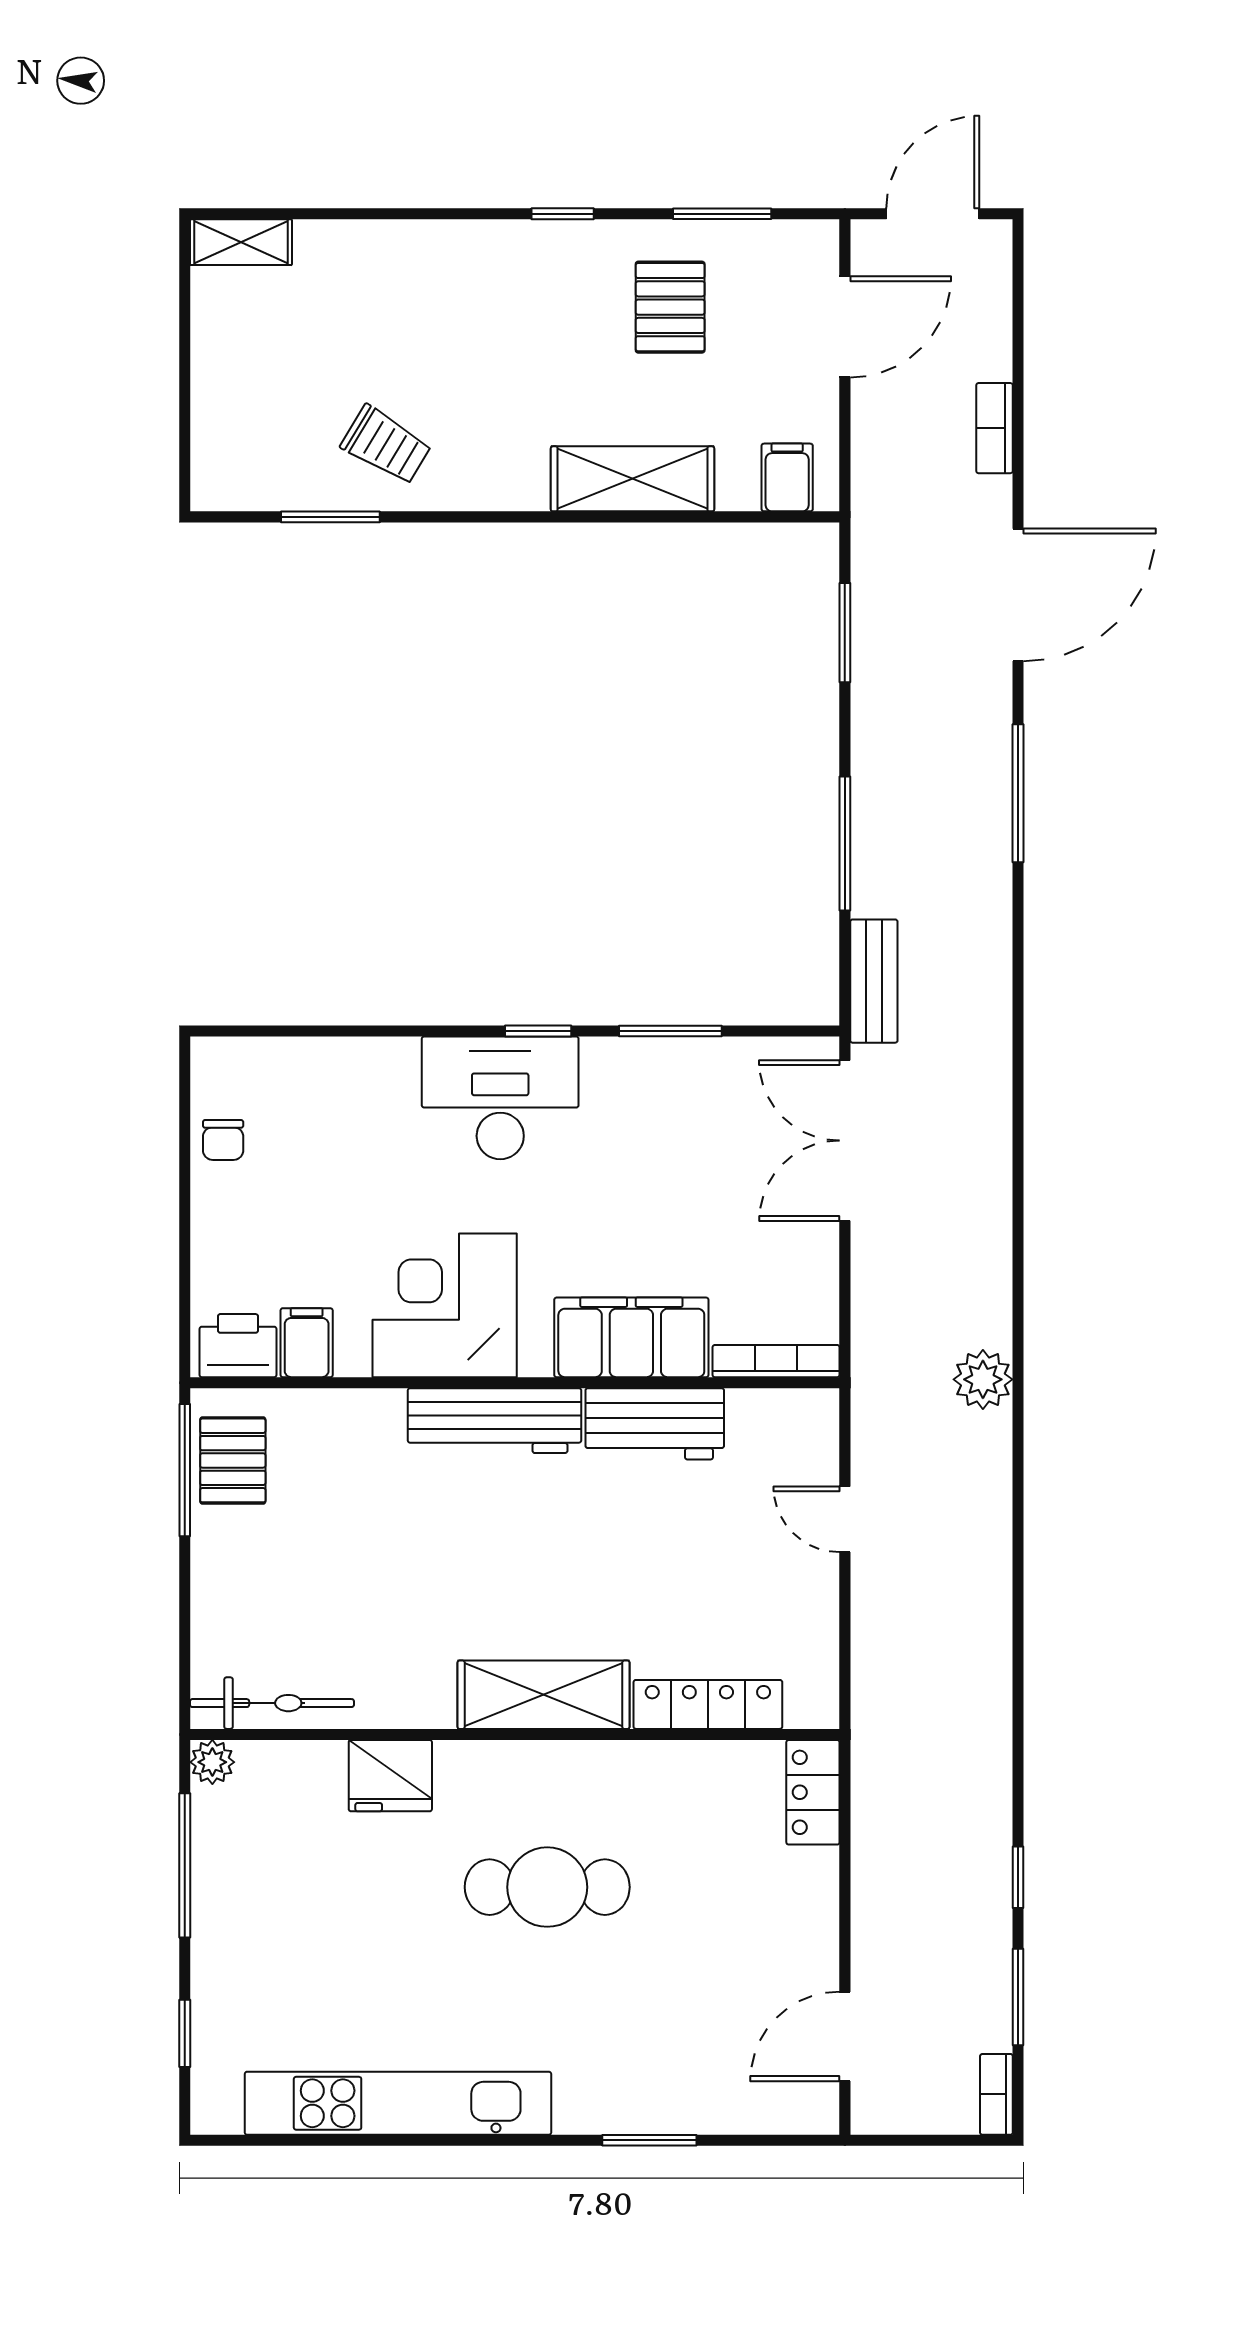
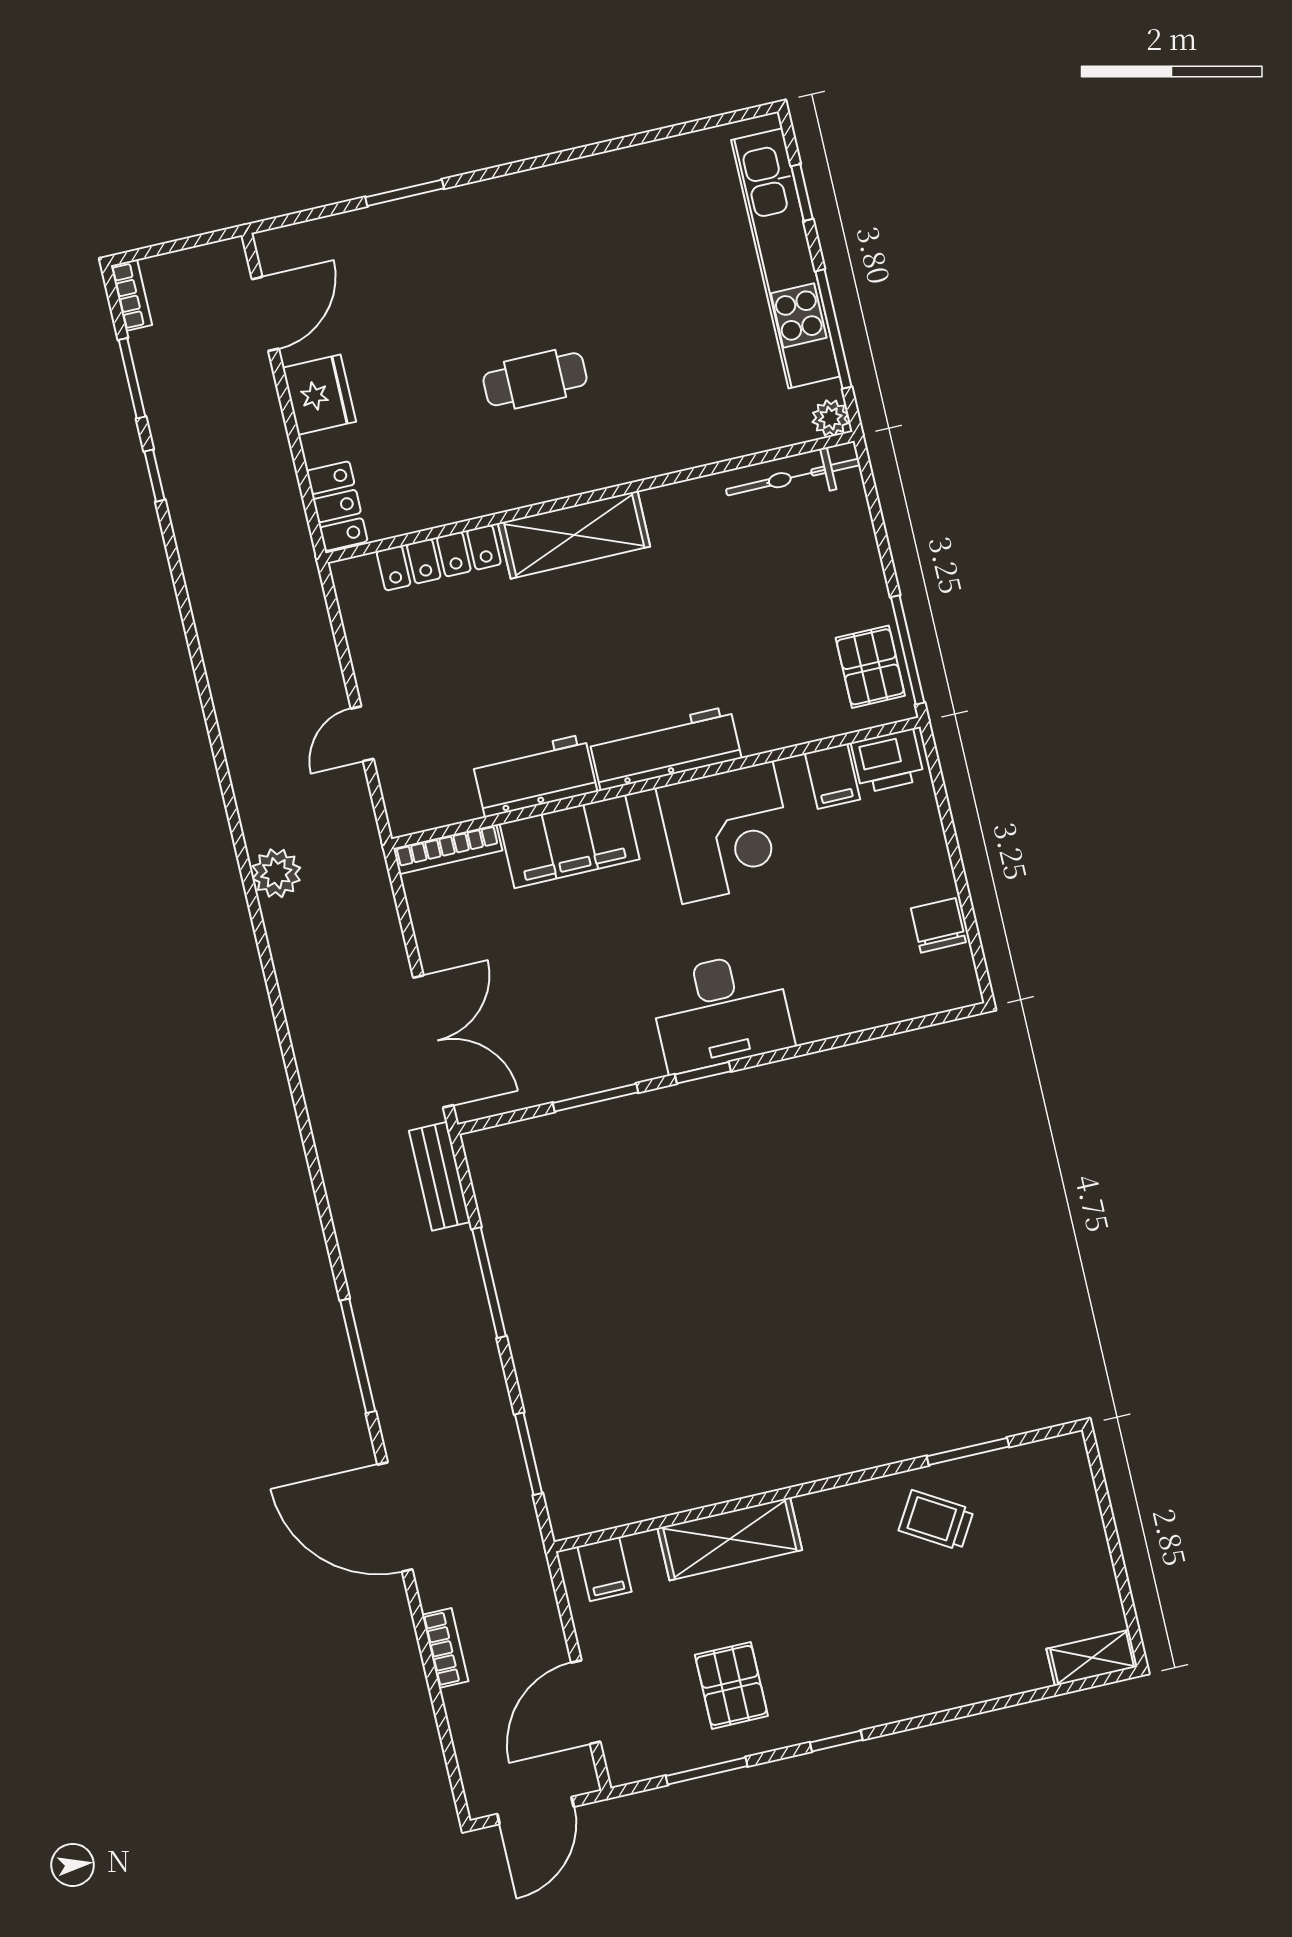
door: (1018, 595) -> (395, 1517), hinge flipped
chair: (223, 1140) -> (938, 925), width x1.37, depth x1.37
door: (845, 1519) -> (362, 734), swing flipped
fridge: (390, 1776) -> (319, 395), moved, turned 90
cafe table: (547, 1887) -> (535, 379), width x0.73, depth x0.74
kitchen unit: (398, 2103) -> (786, 258), moved, turned 90

